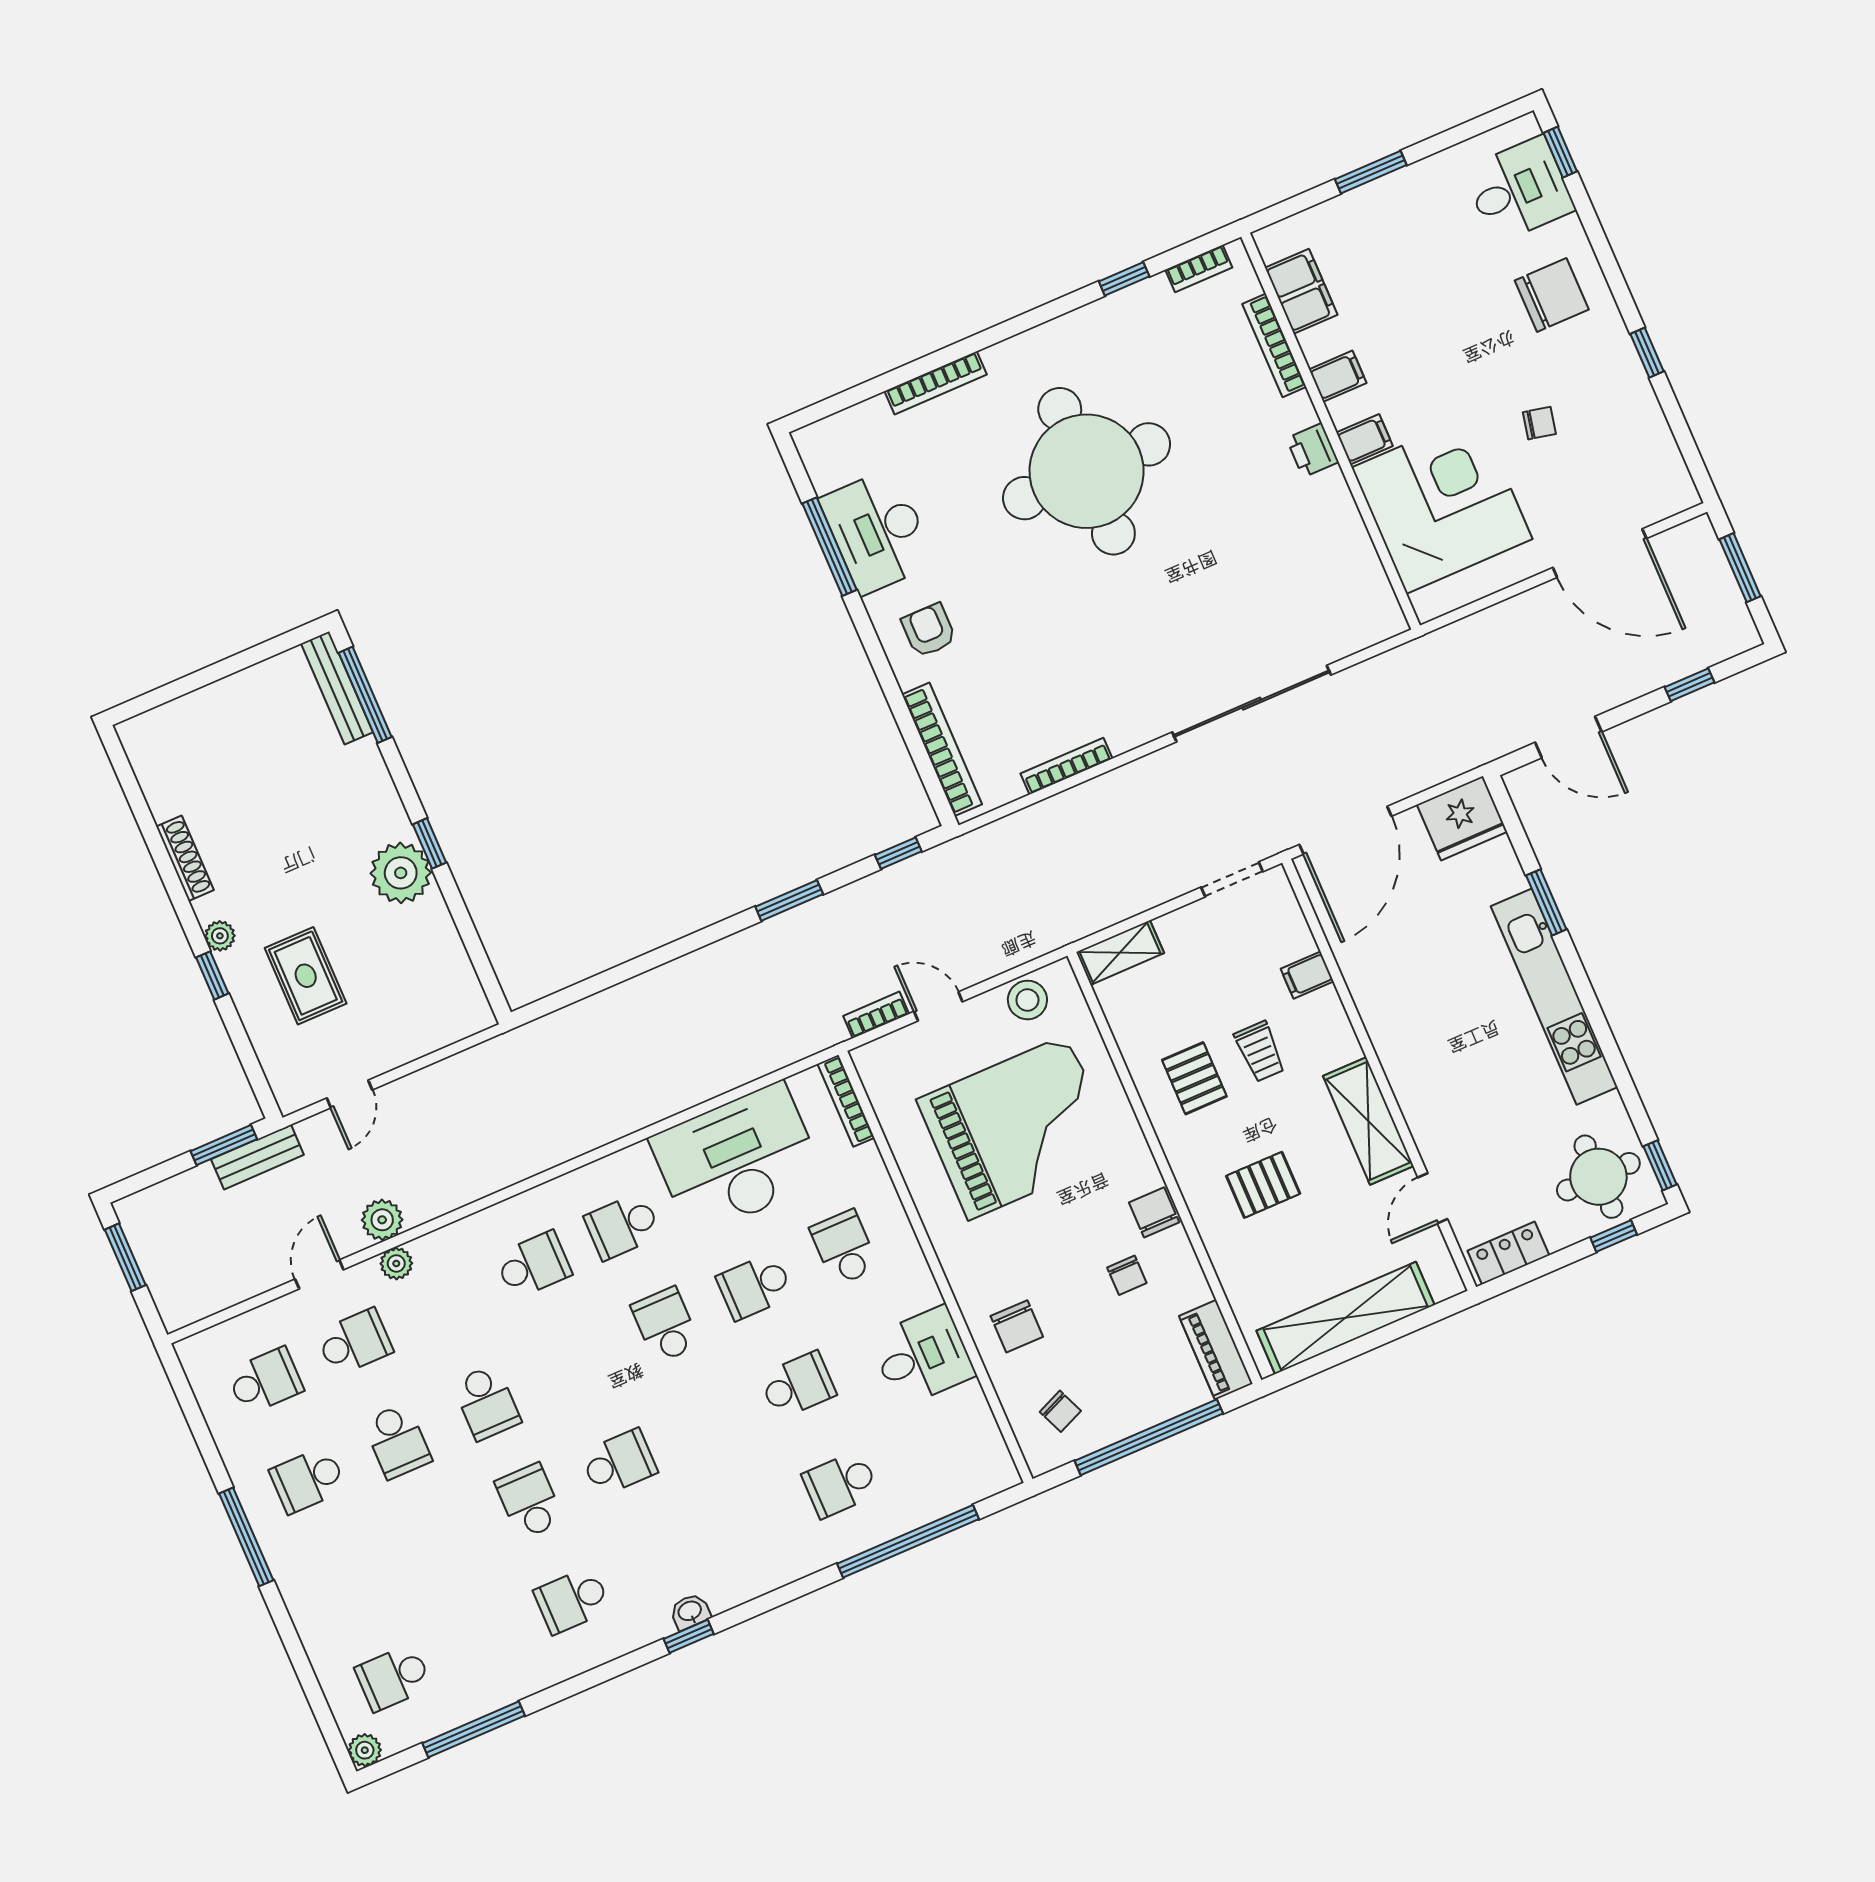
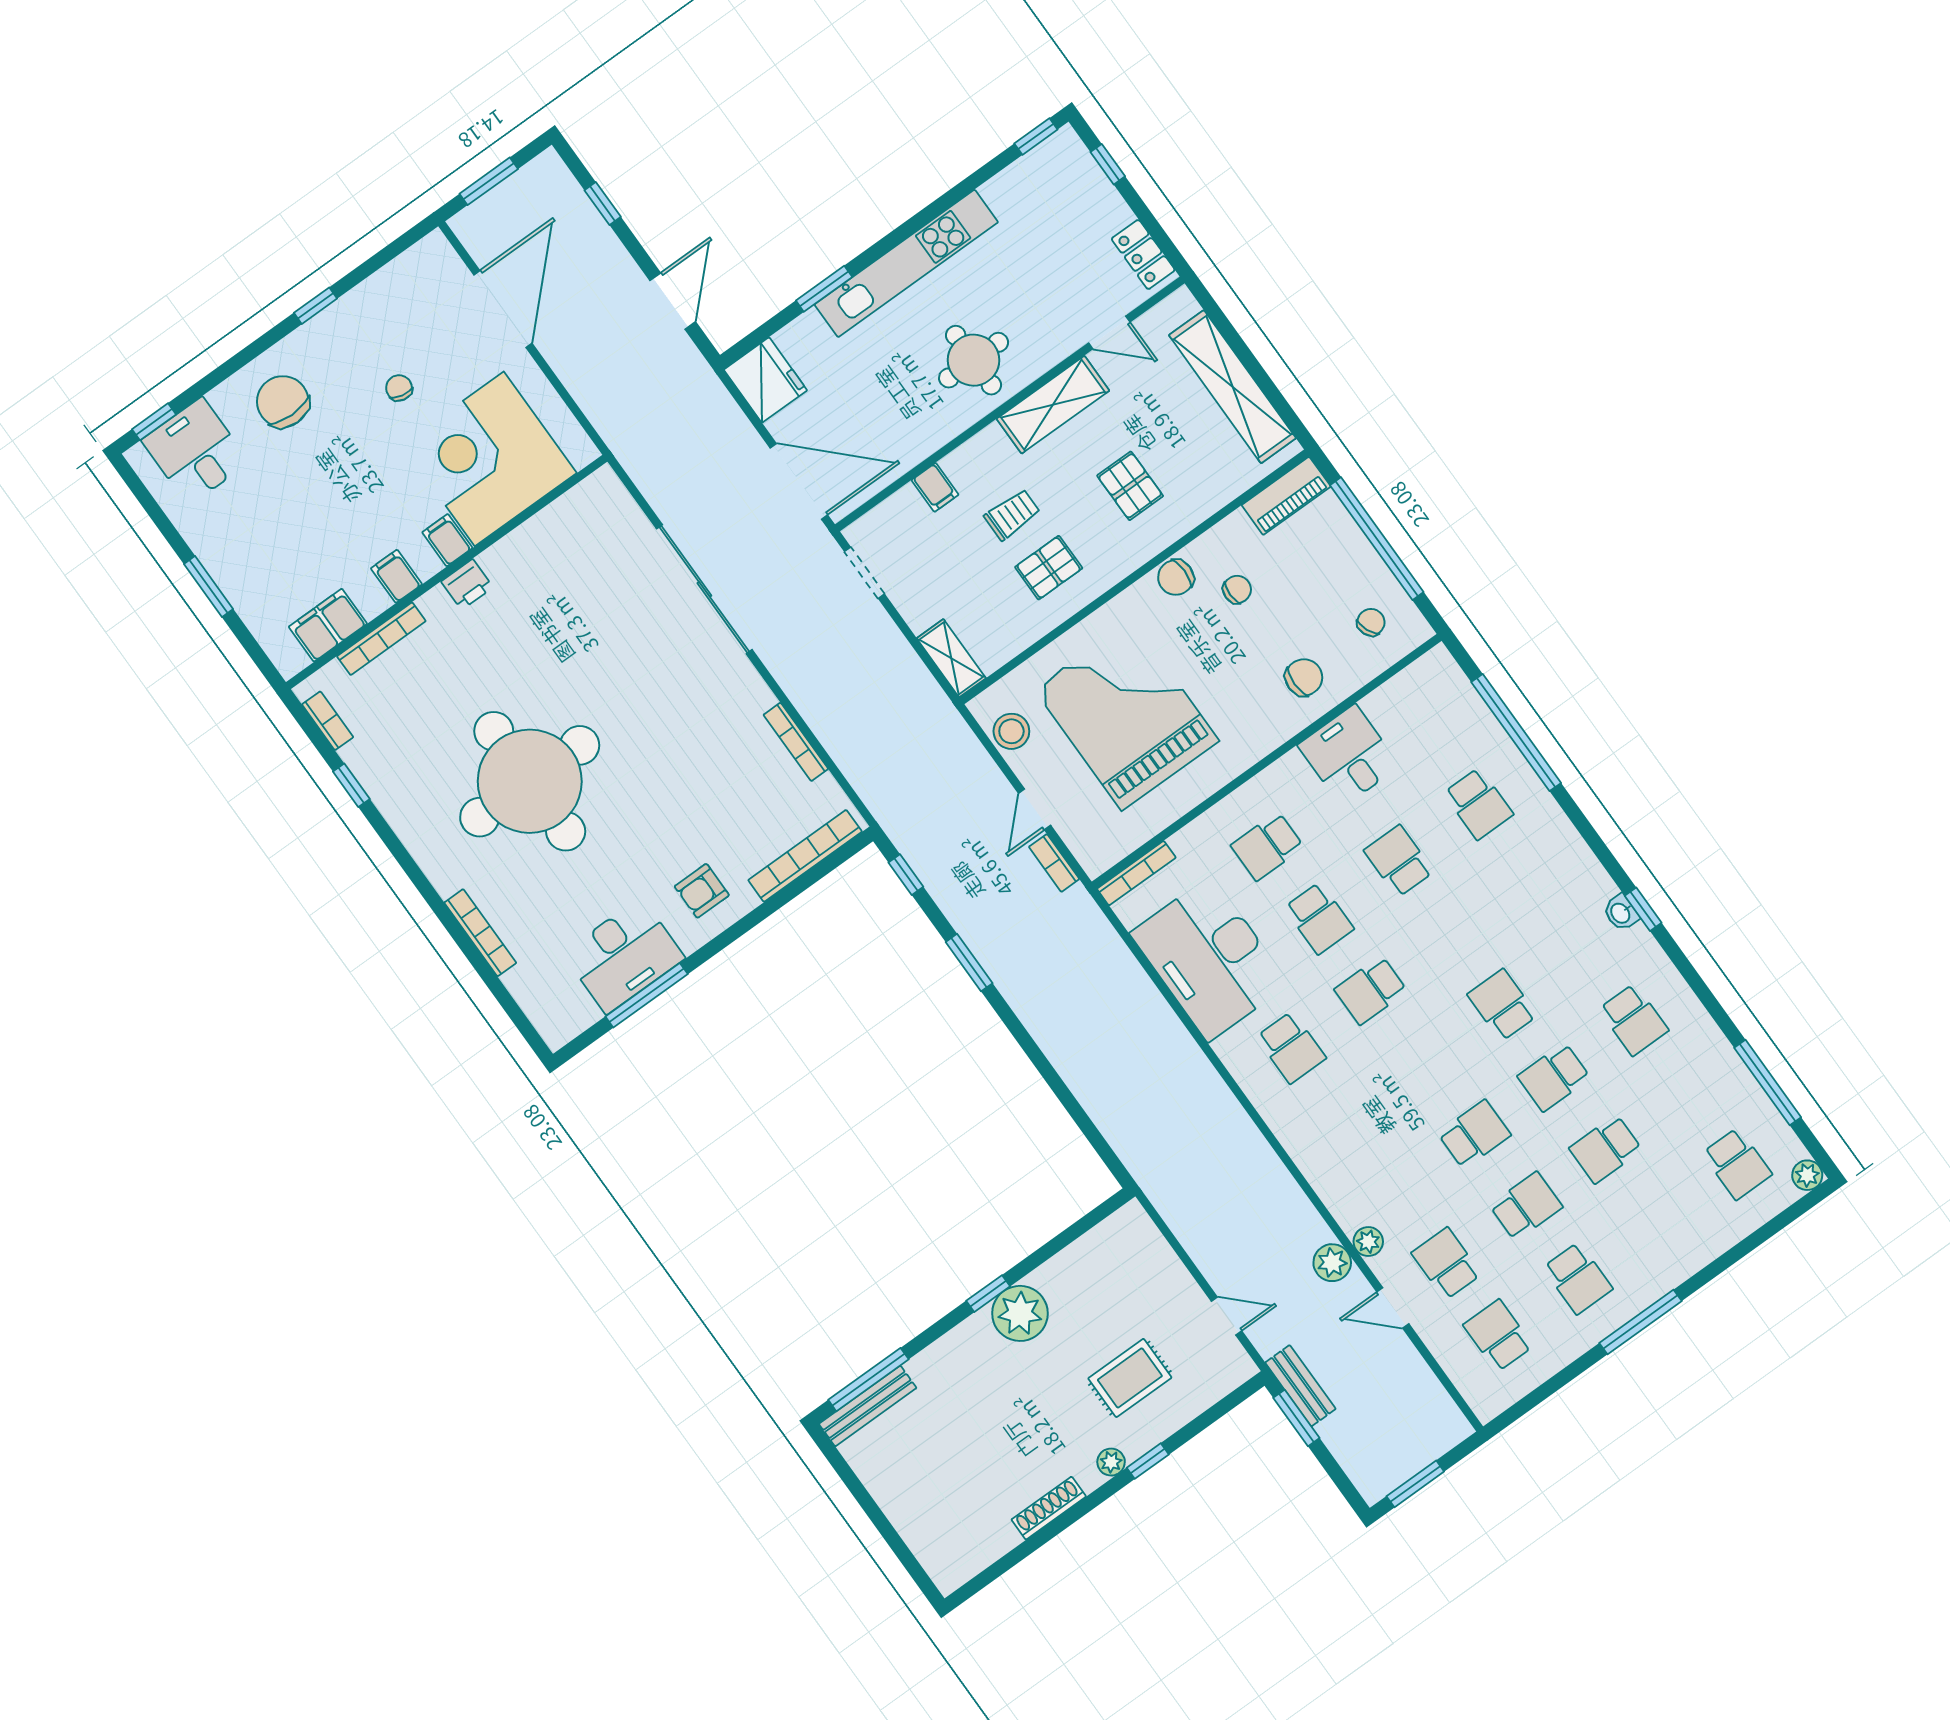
round table: (1598, 1177) -> (974, 360), moved
school desk: (533, 1265) -> (1606, 1149), moved, turned -90

